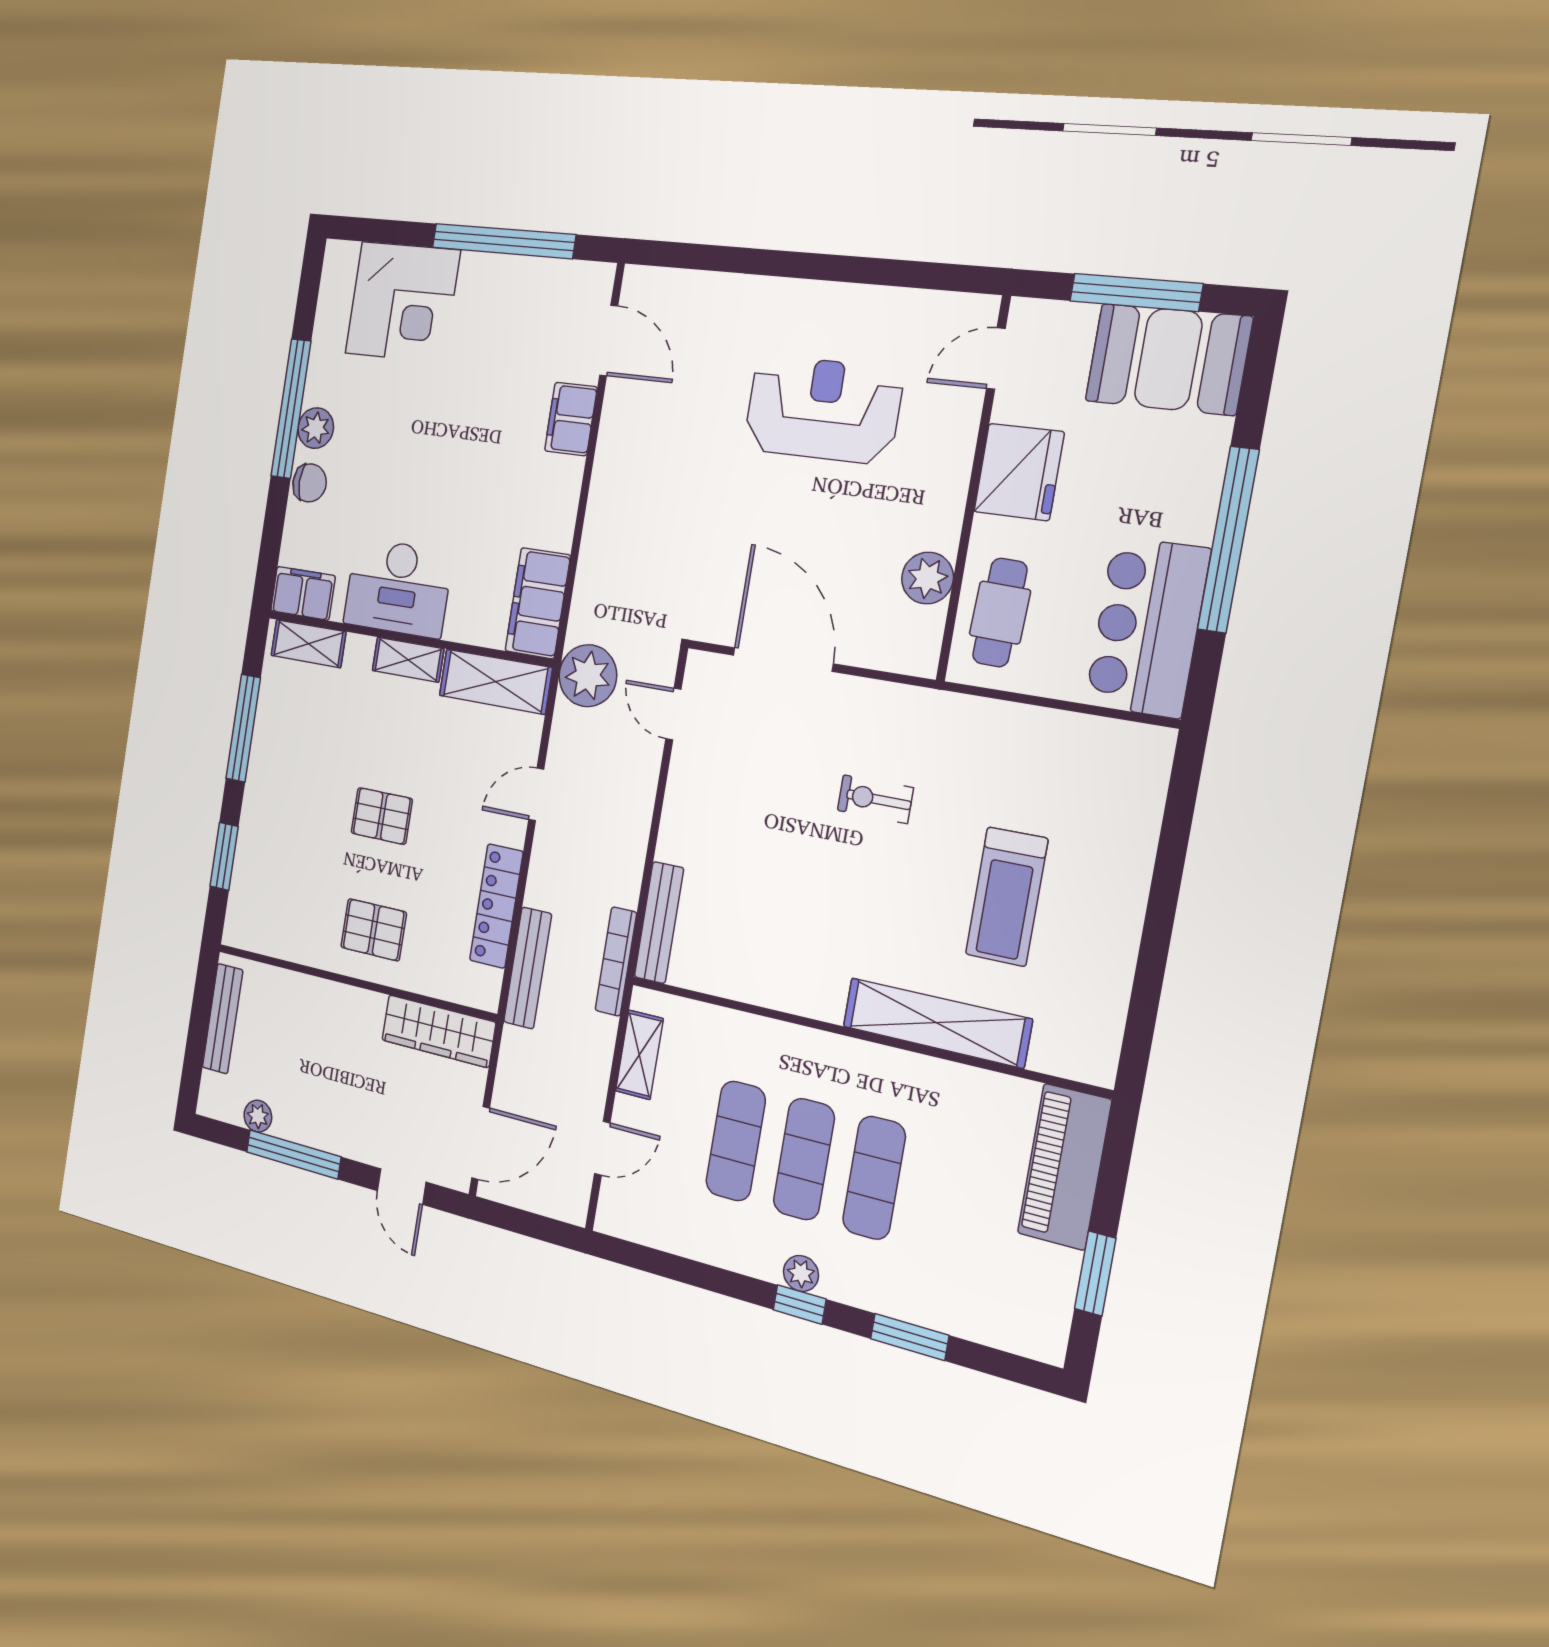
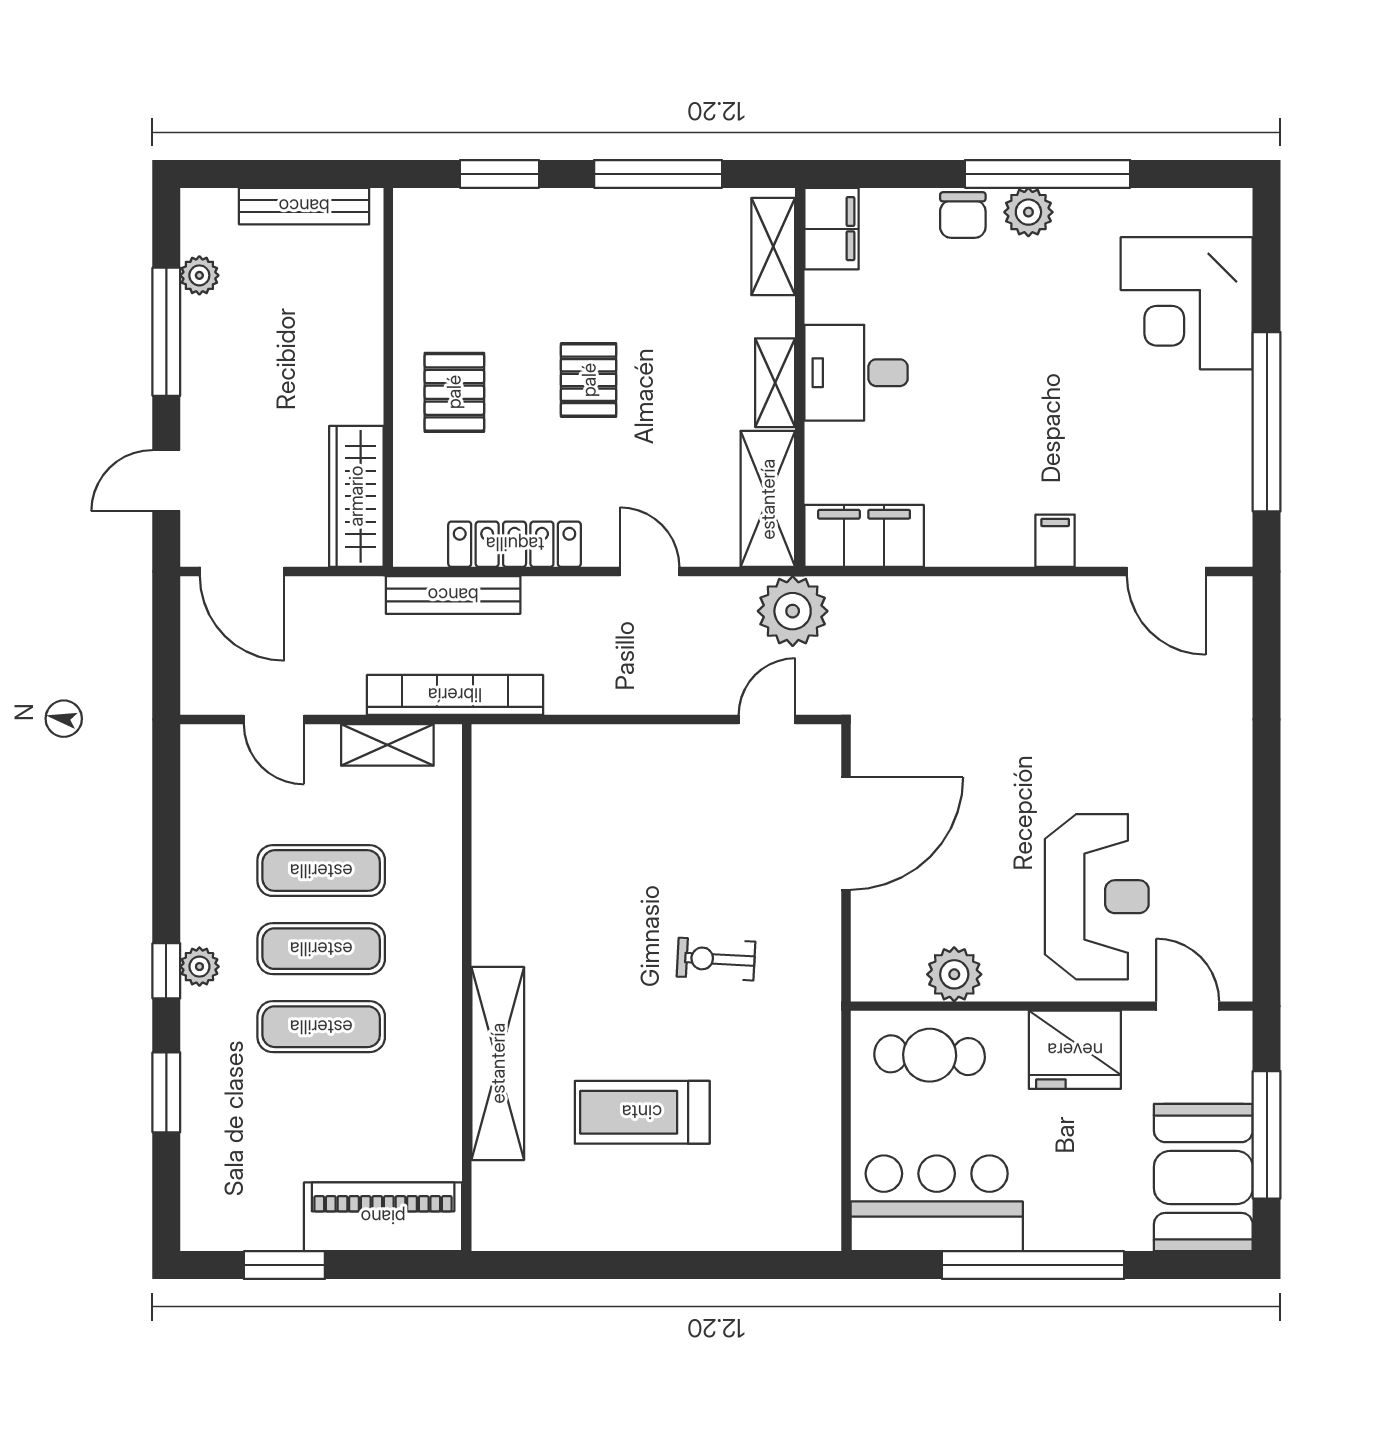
door: (609, 341) -> (1166, 572), hinge flipped
reception desk: (823, 409) -> (1097, 897), moved
filing cabinet: (571, 419) -> (1055, 541), width x0.50
desk: (398, 588) -> (856, 373), width x0.73
exercise bike: (875, 799) -> (716, 959), turned -87
bench: (659, 923) -> (537, 742), removed
bookcase: (616, 961) -> (455, 695), width x1.48, depth x1.31

